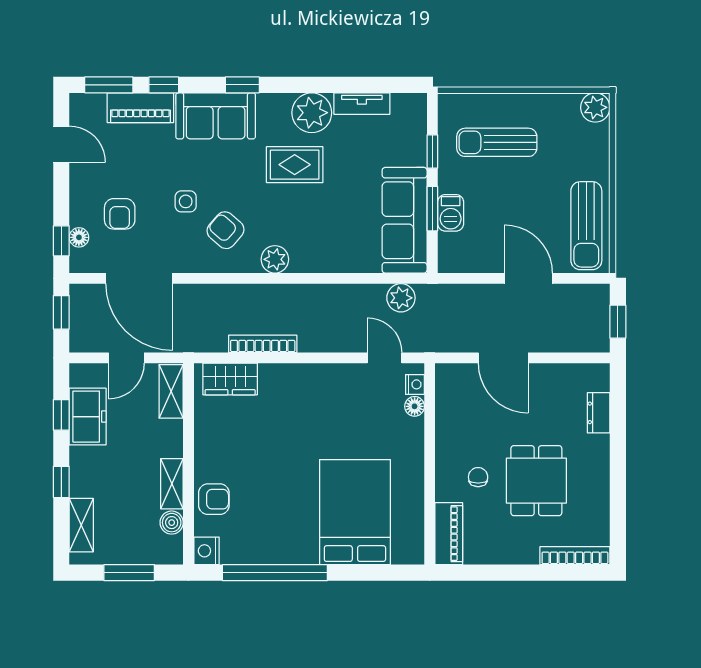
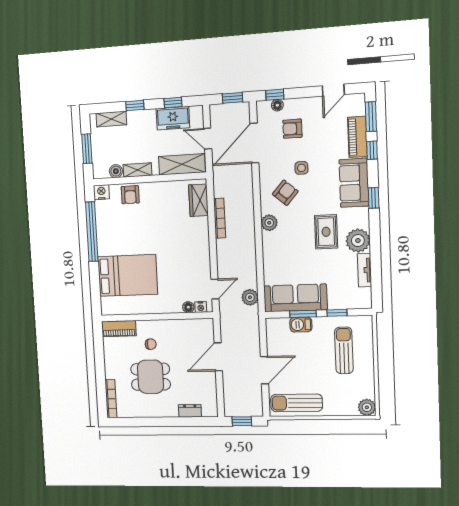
shelving: (171, 391) -> (182, 164), width x1.50, depth x1.33

